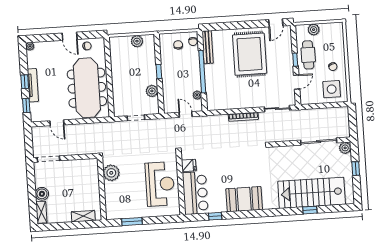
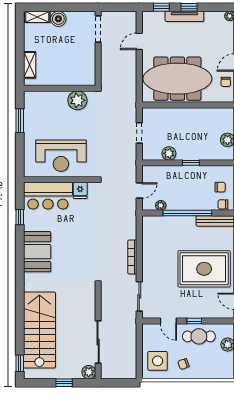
window: (310, 210) -> (20, 363), moved

